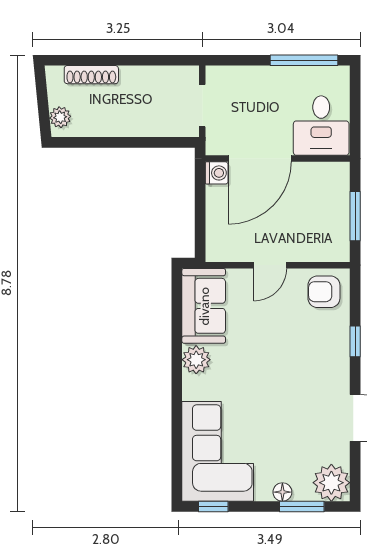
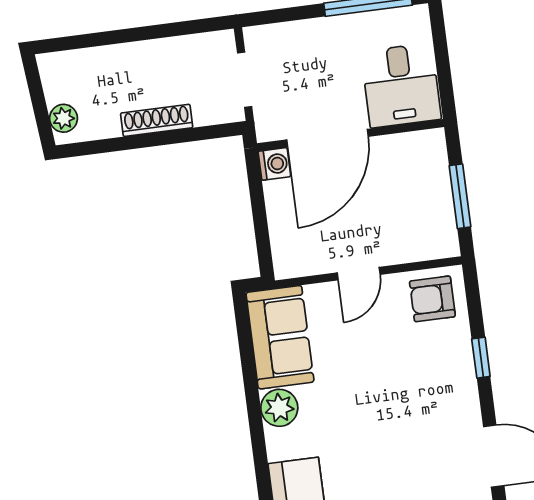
shoe rack: (91, 75) -> (157, 120), moved, turned 180

